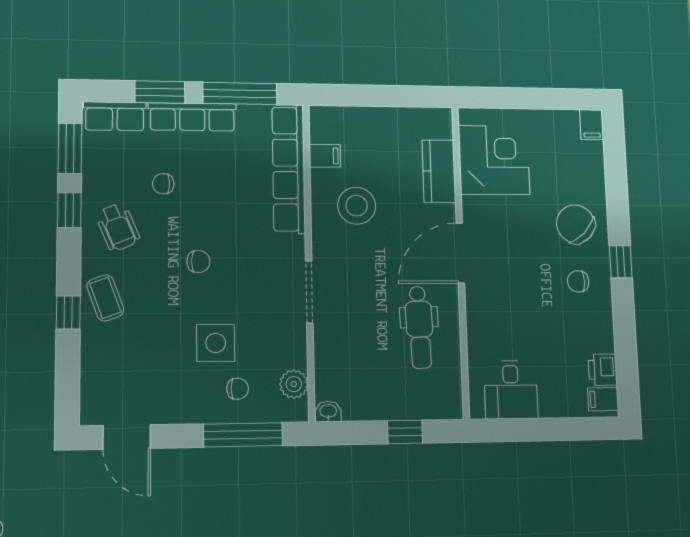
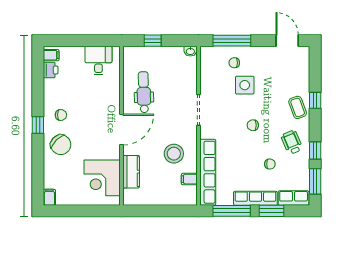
plant: (294, 384) -> (207, 65), removed

